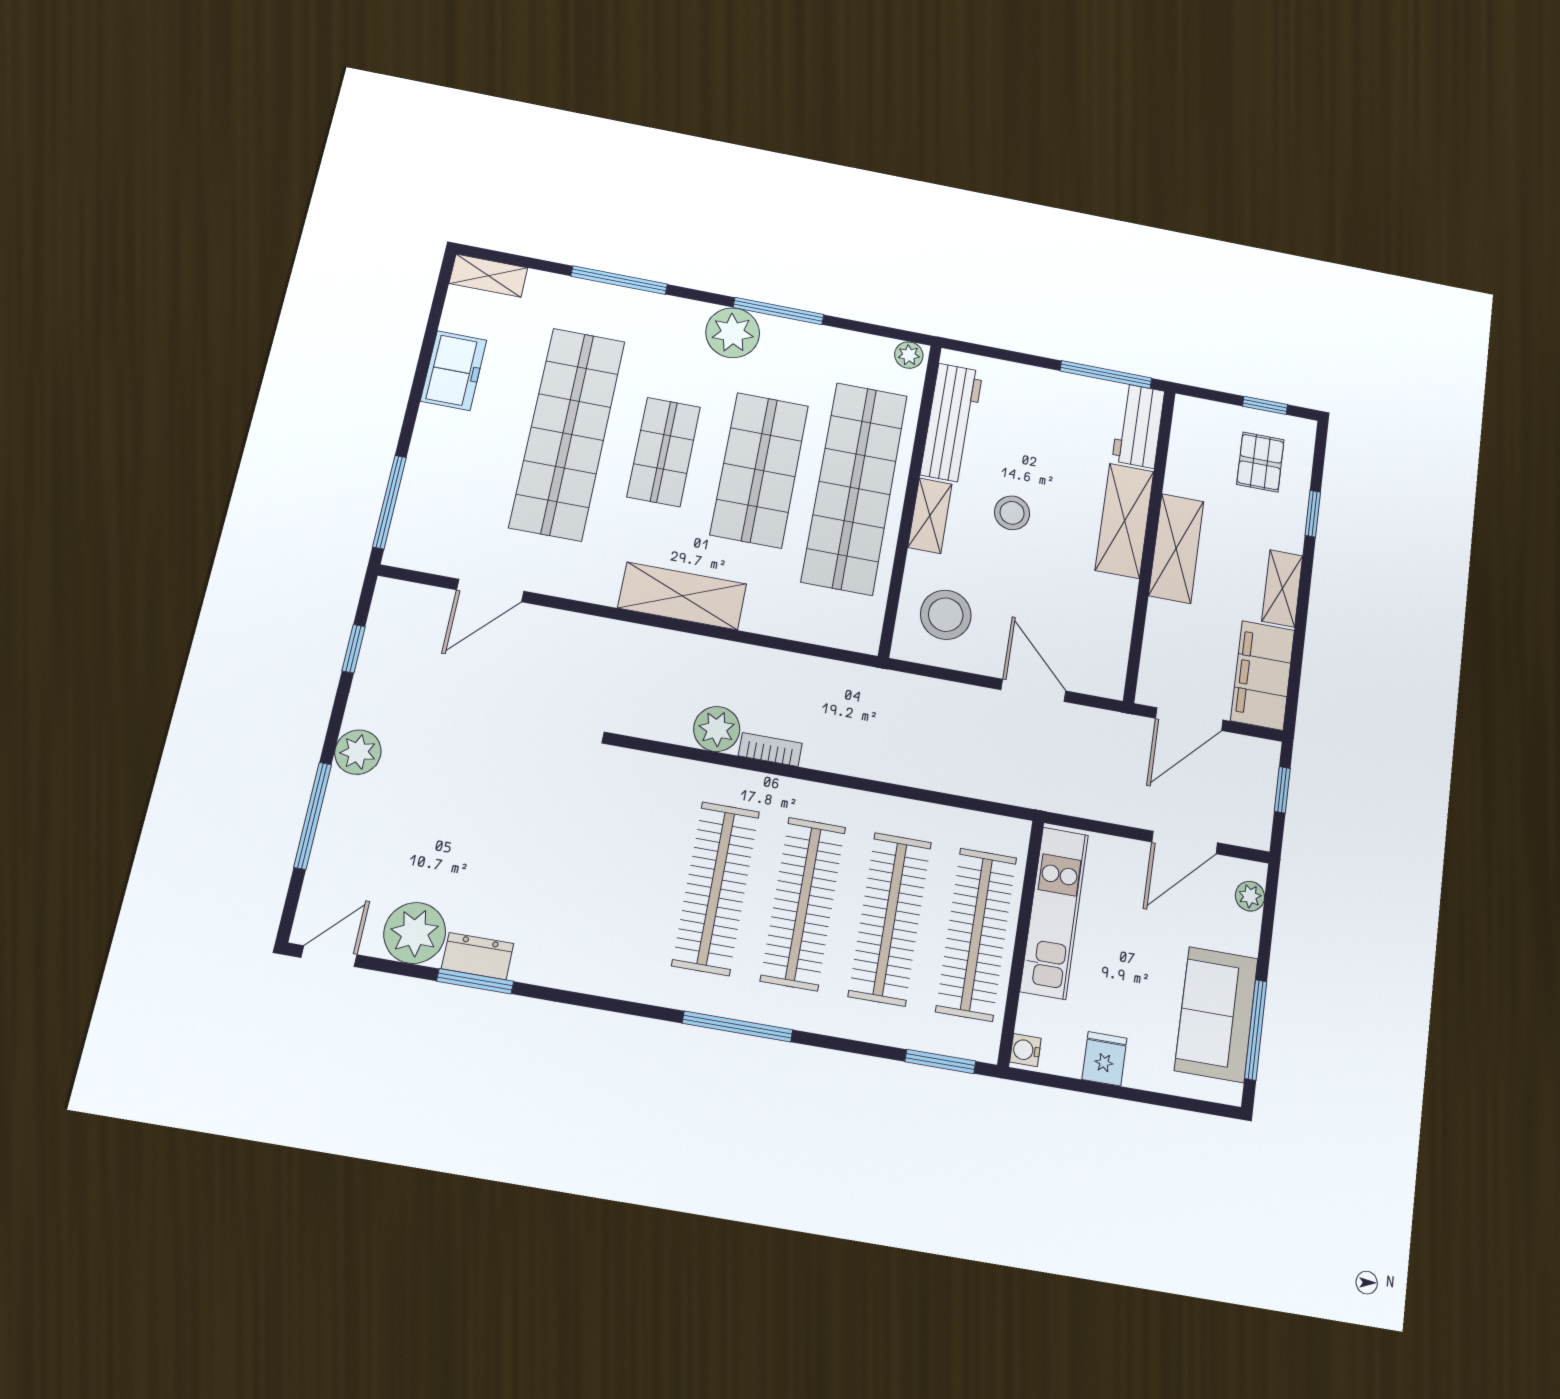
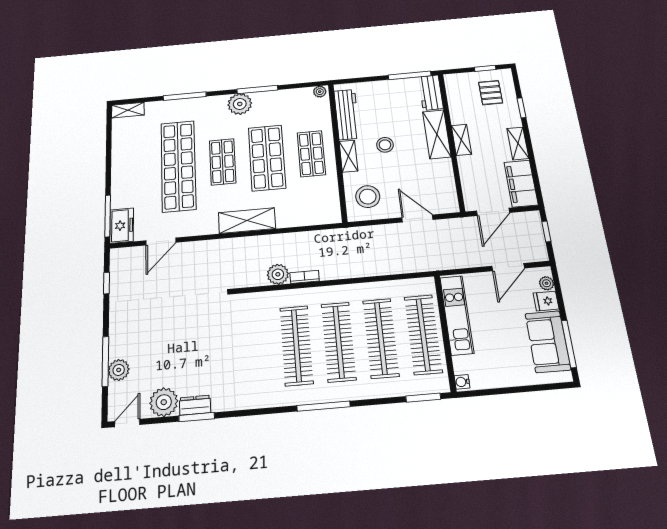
freezer: (453, 371) -> (122, 226), moved
shop shelf: (855, 488) -> (311, 154), width x0.50, depth x0.74
shelving: (1176, 548) -> (461, 140), width x0.67, depth x0.75
plant: (358, 752) -> (119, 370), moved
fridge: (1104, 1059) -> (546, 301), moved, turned -90

